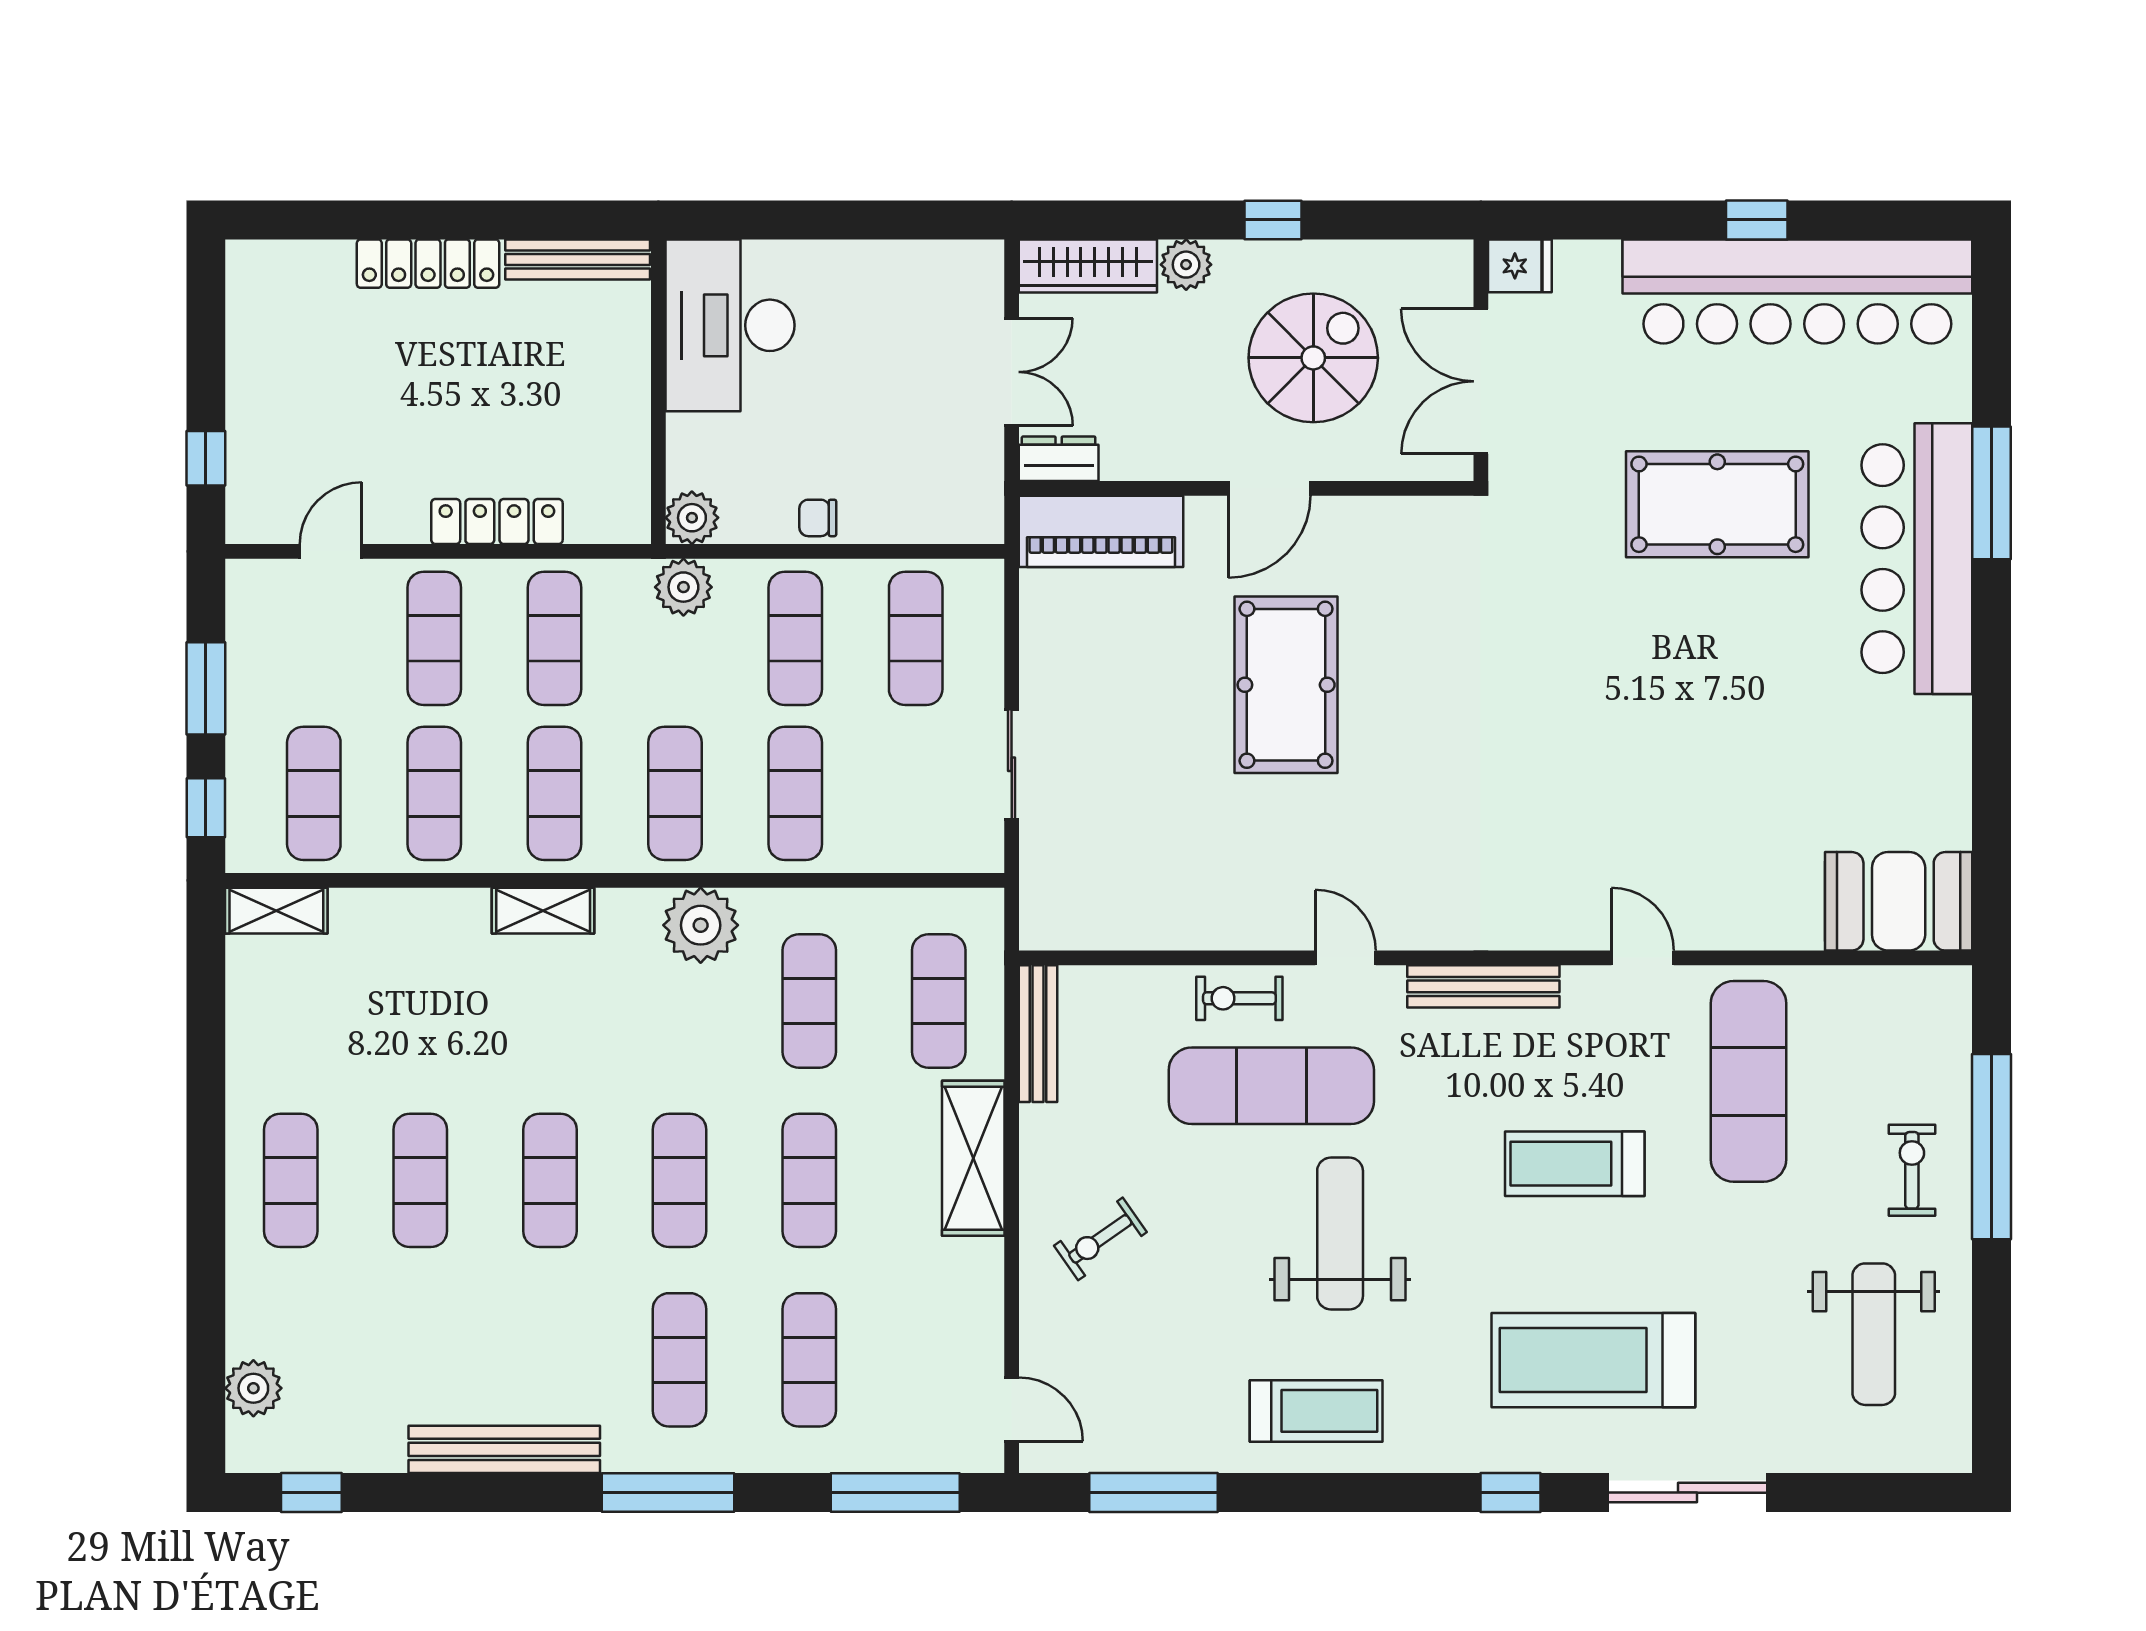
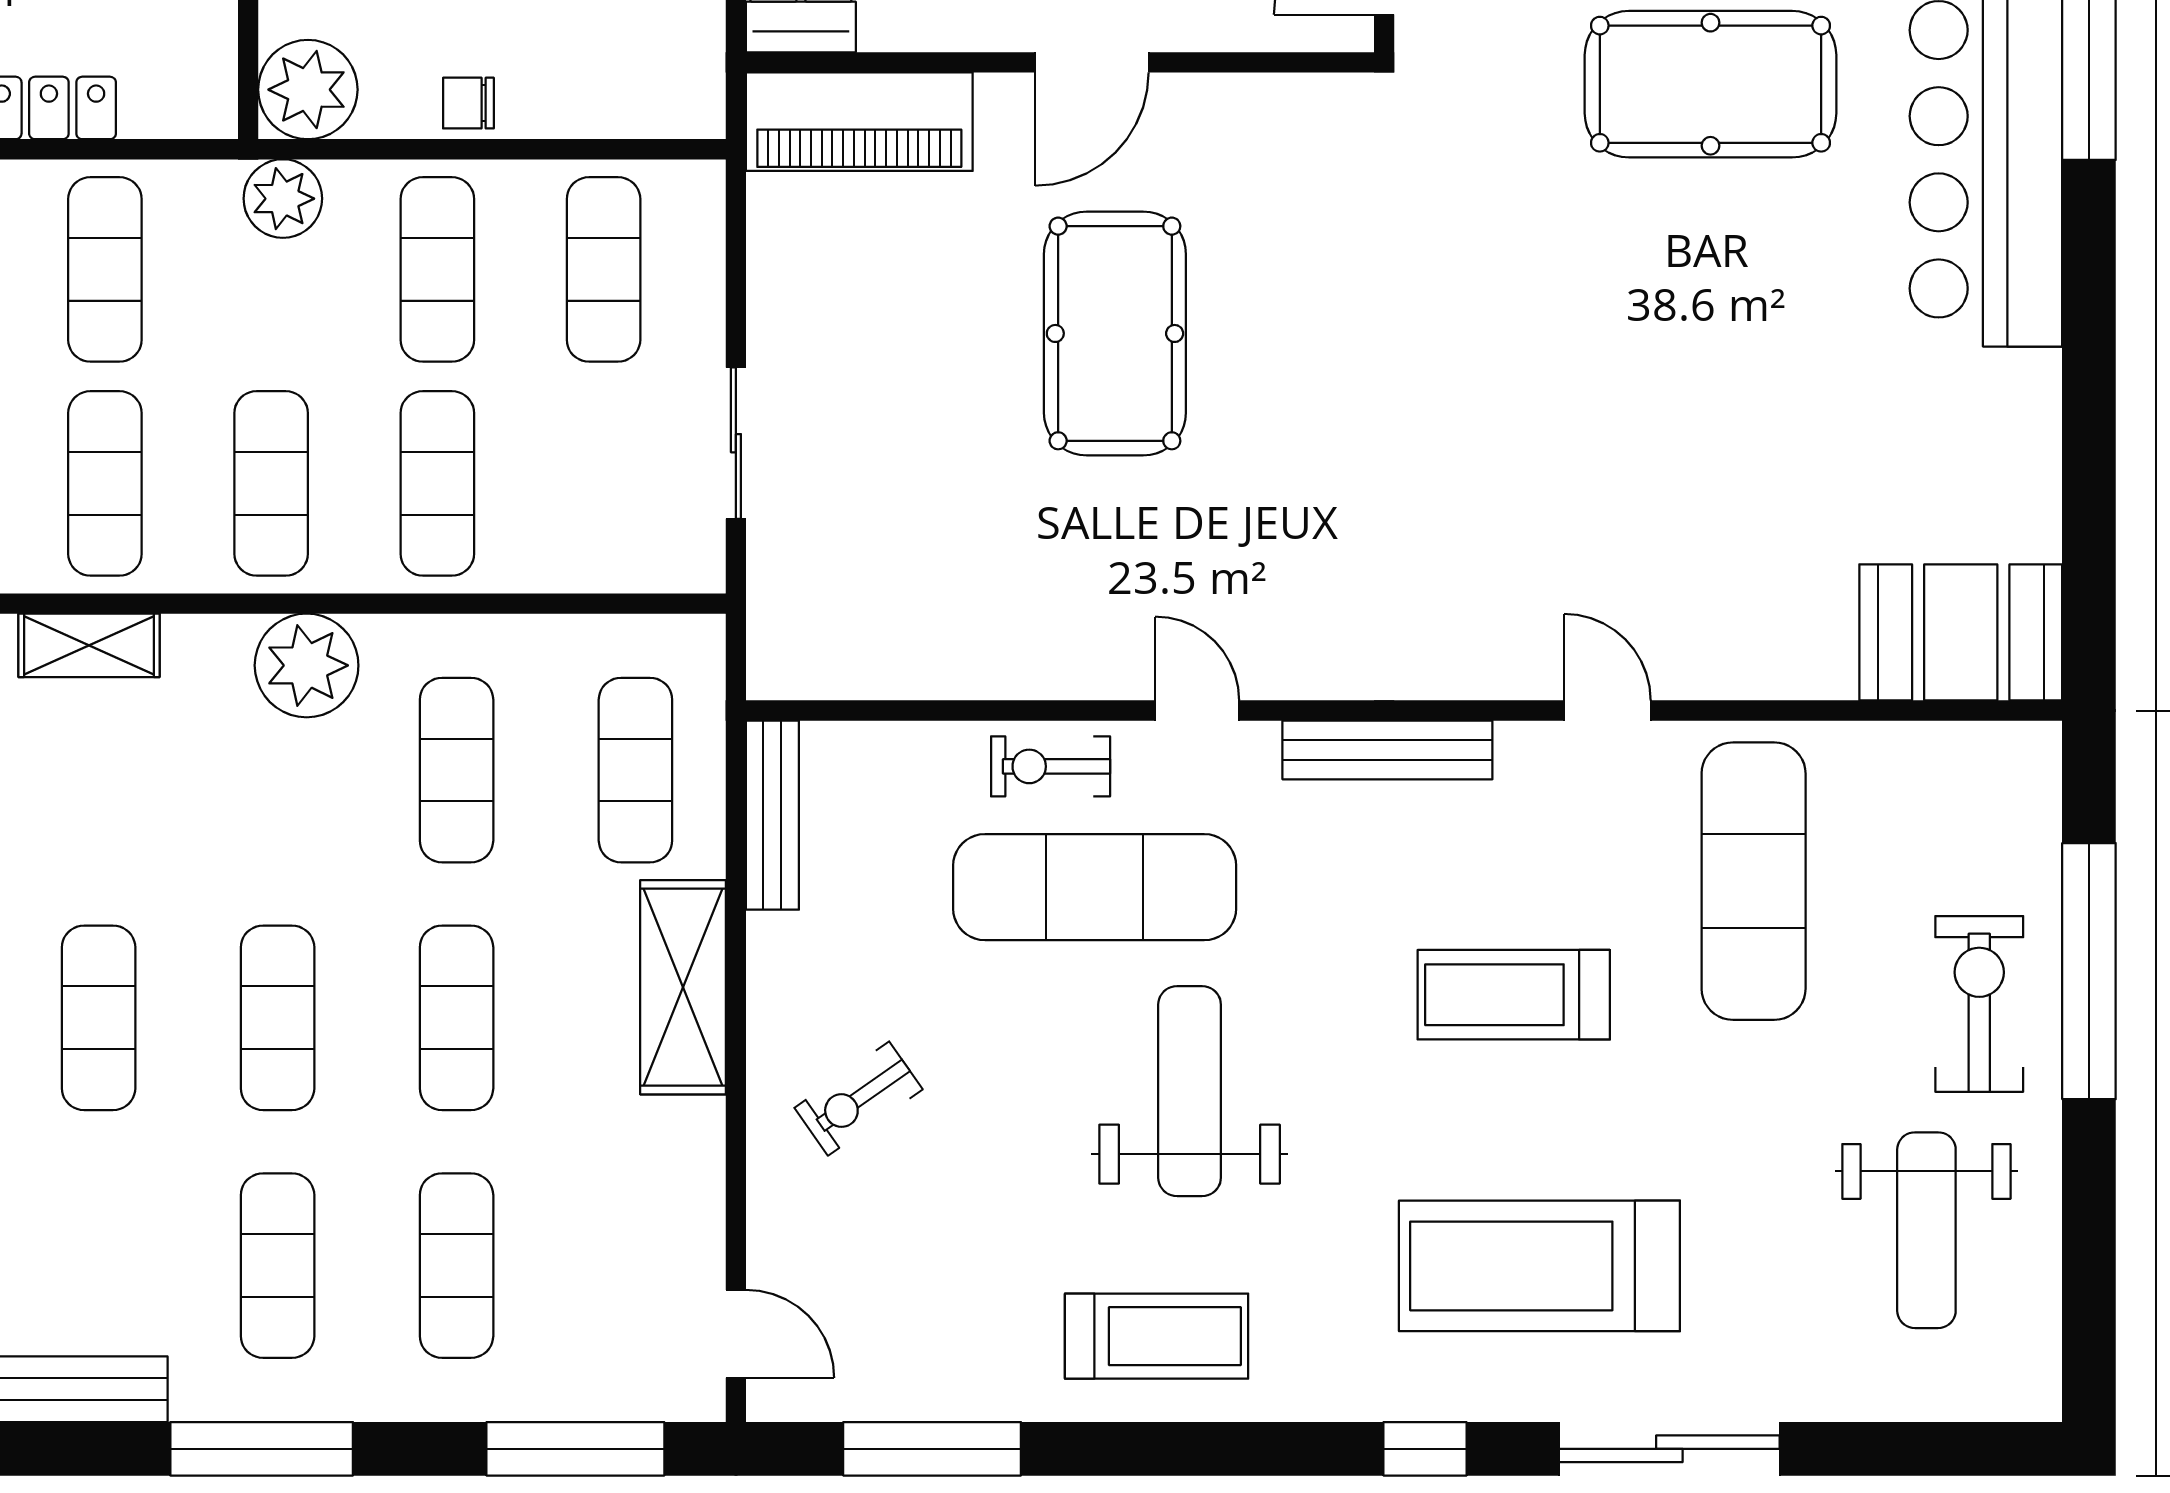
plant: (692, 518) -> (308, 90), width x1.36, depth x1.36
exercise bike: (1912, 1170) -> (1979, 1004), width x1.38, depth x1.39

